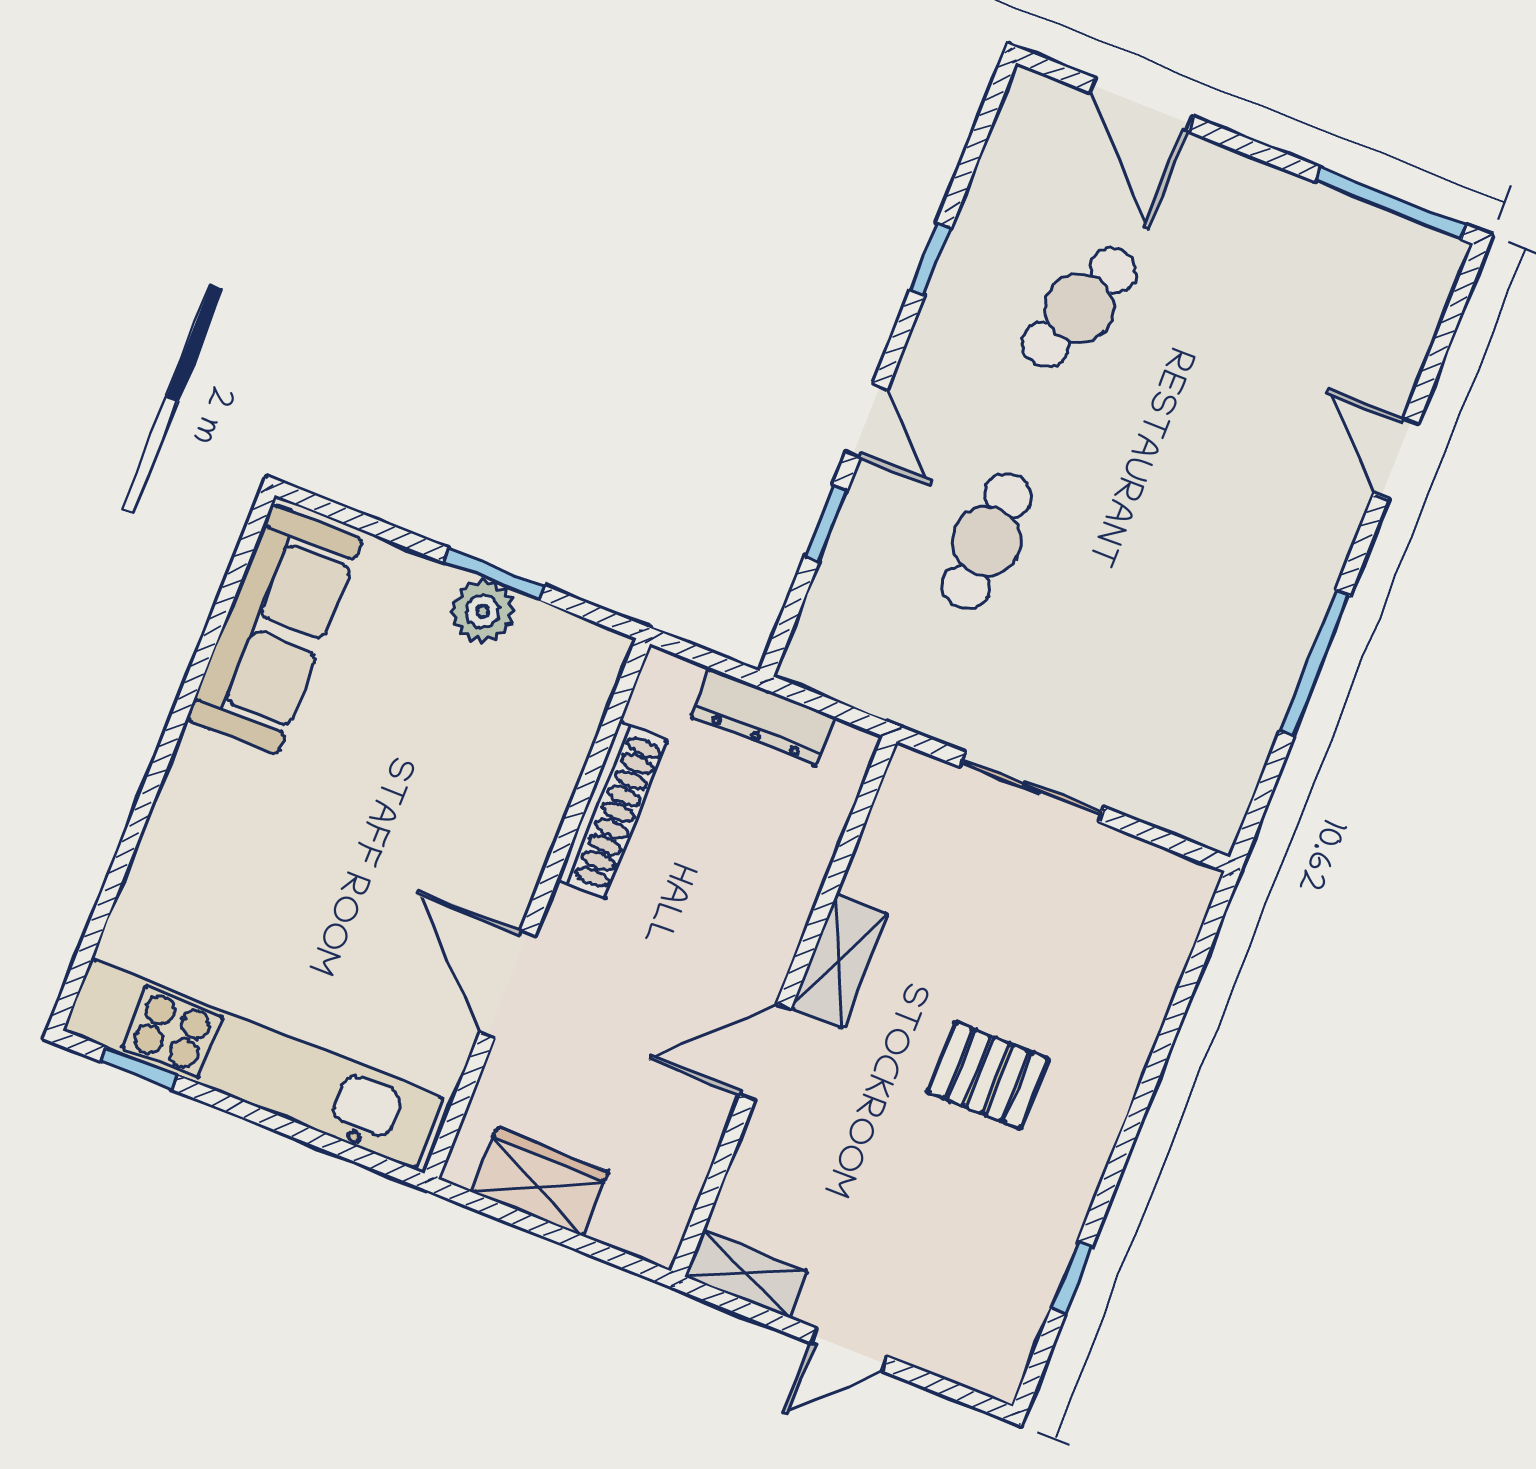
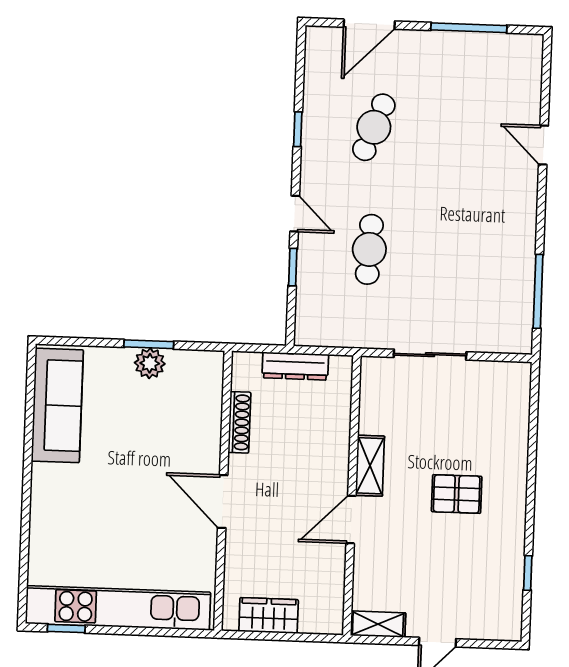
door: (1141, 104) -> (369, 24), hinge flipped
window: (1391, 203) -> (469, 28), moved
window: (1315, 663) -> (538, 291), moved
shoe rack: (612, 810) -> (239, 422), width x0.74, depth x0.81
door: (507, 984) -> (223, 501), moved

